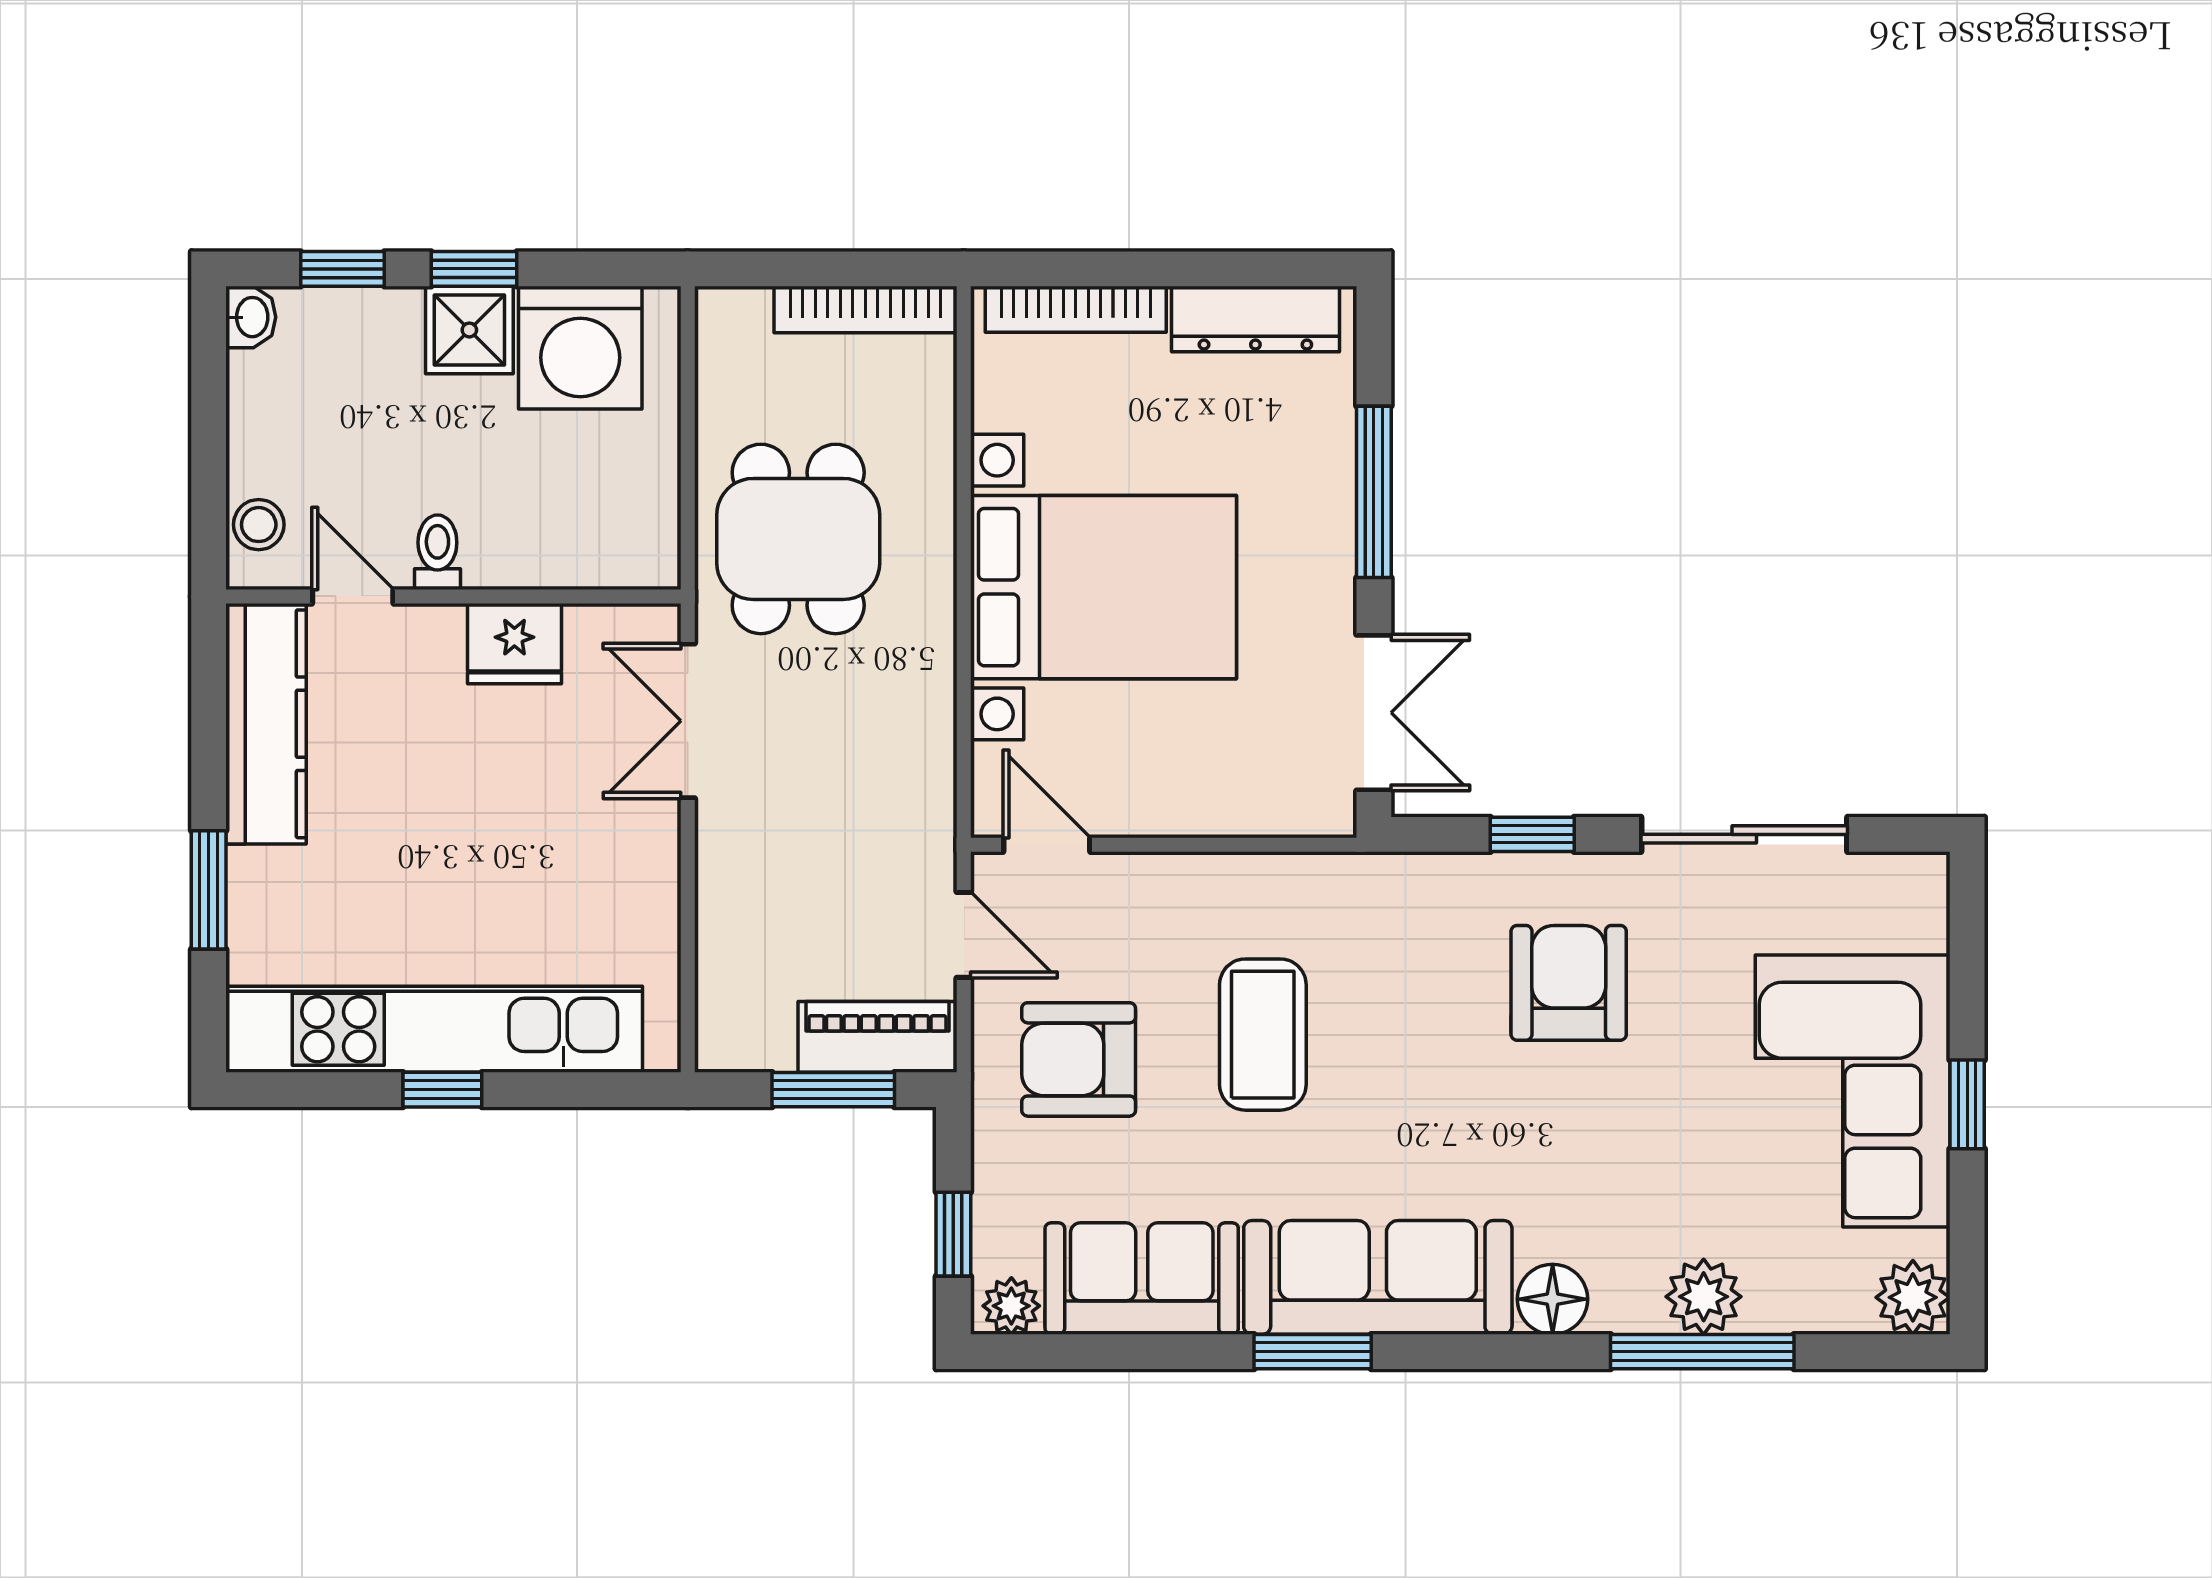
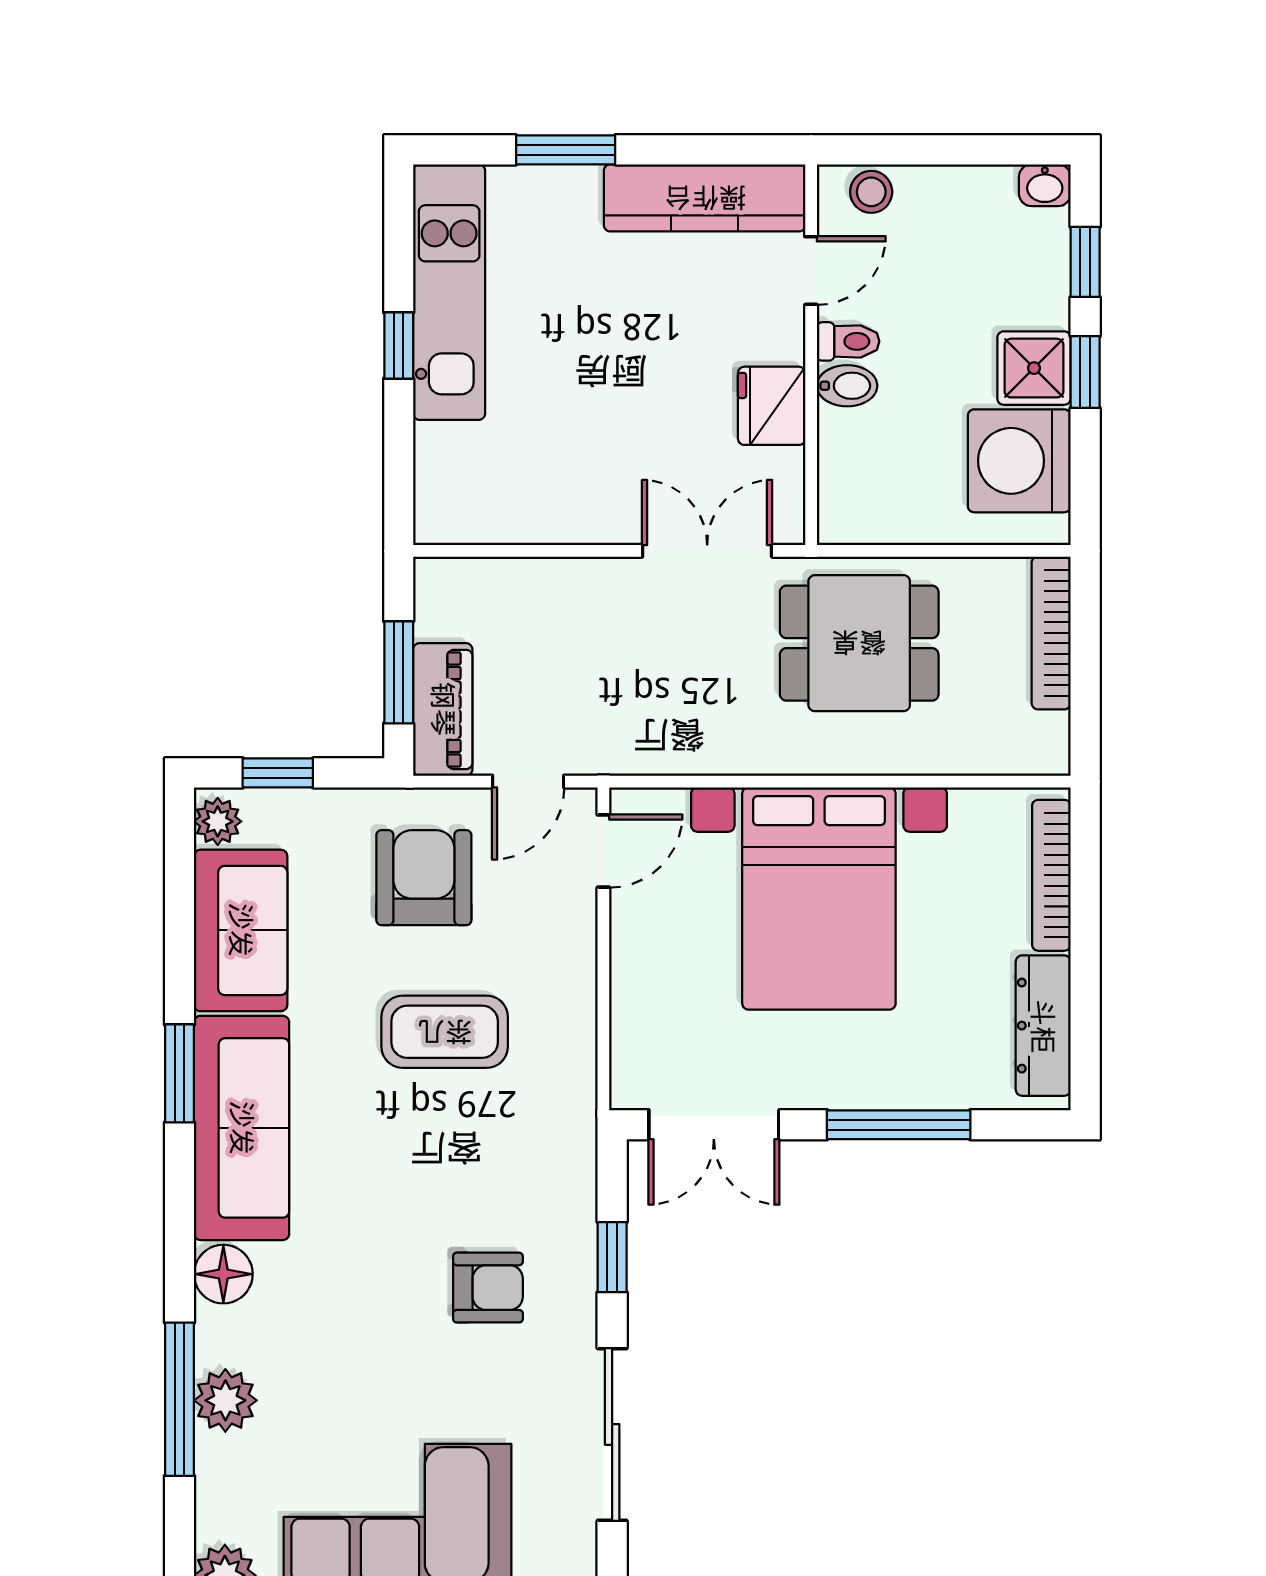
bookcase: (865, 310) -> (1051, 633), moved
bidet: (490, 553) -> (847, 386), added
armchair: (1569, 983) -> (488, 1288), width x0.72, depth x0.72
kitchen unit: (434, 1029) -> (449, 292), width x0.73

